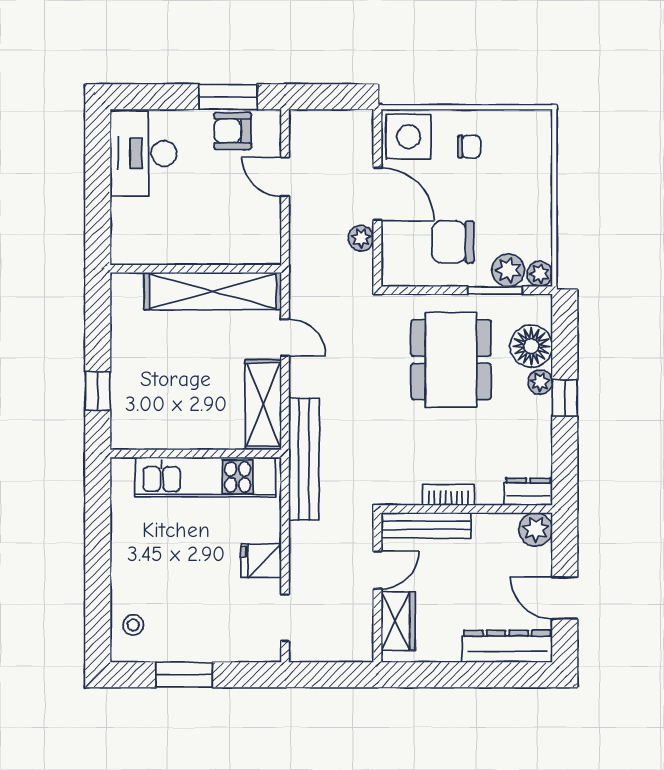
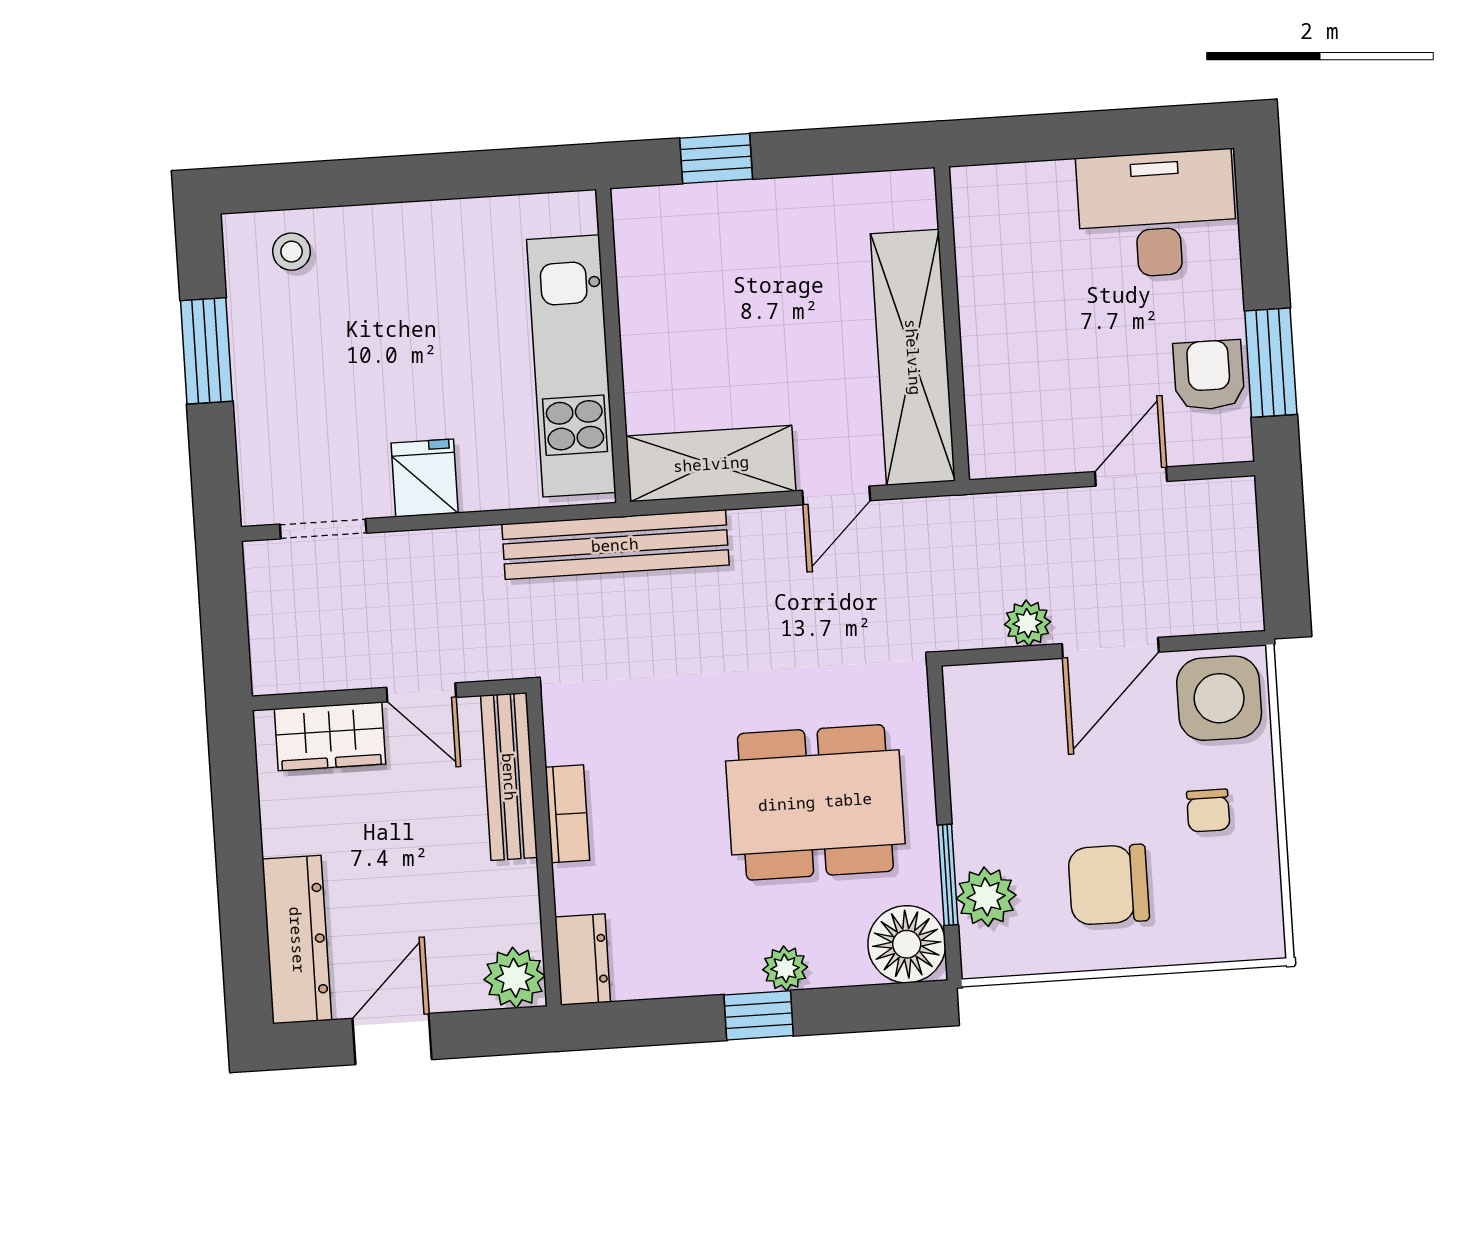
chair: (453, 242) -> (1109, 885), moved, turned -90
plant: (540, 274) -> (983, 955), removed
floor lamp: (531, 346) -> (907, 944), moved

